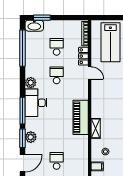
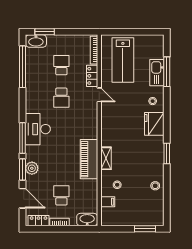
school desk: (57, 75) -> (61, 98), turned 180
plant: (31, 83) -> (32, 106), removed
piano: (81, 117) -> (89, 159), moved
door: (23, 163) -> (22, 198), hinge flipped

